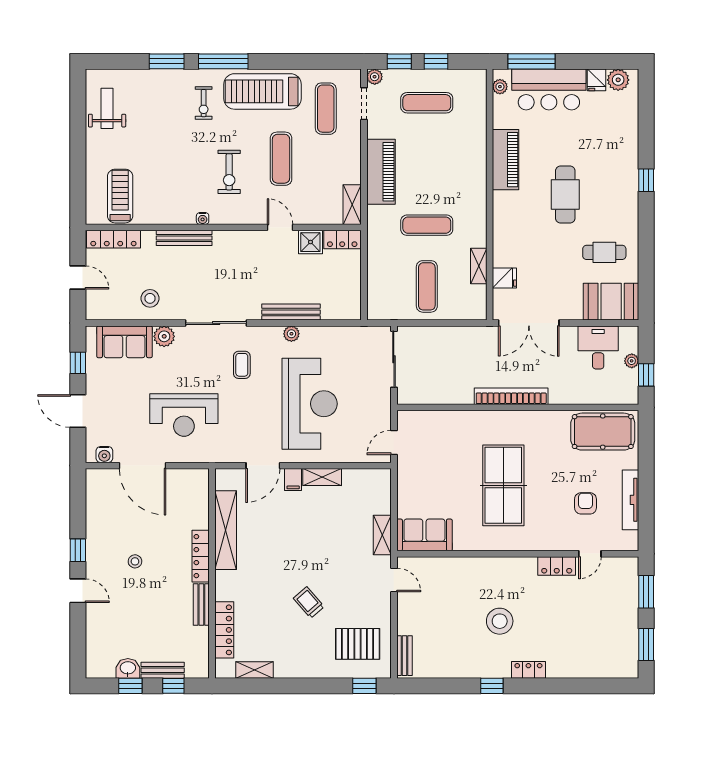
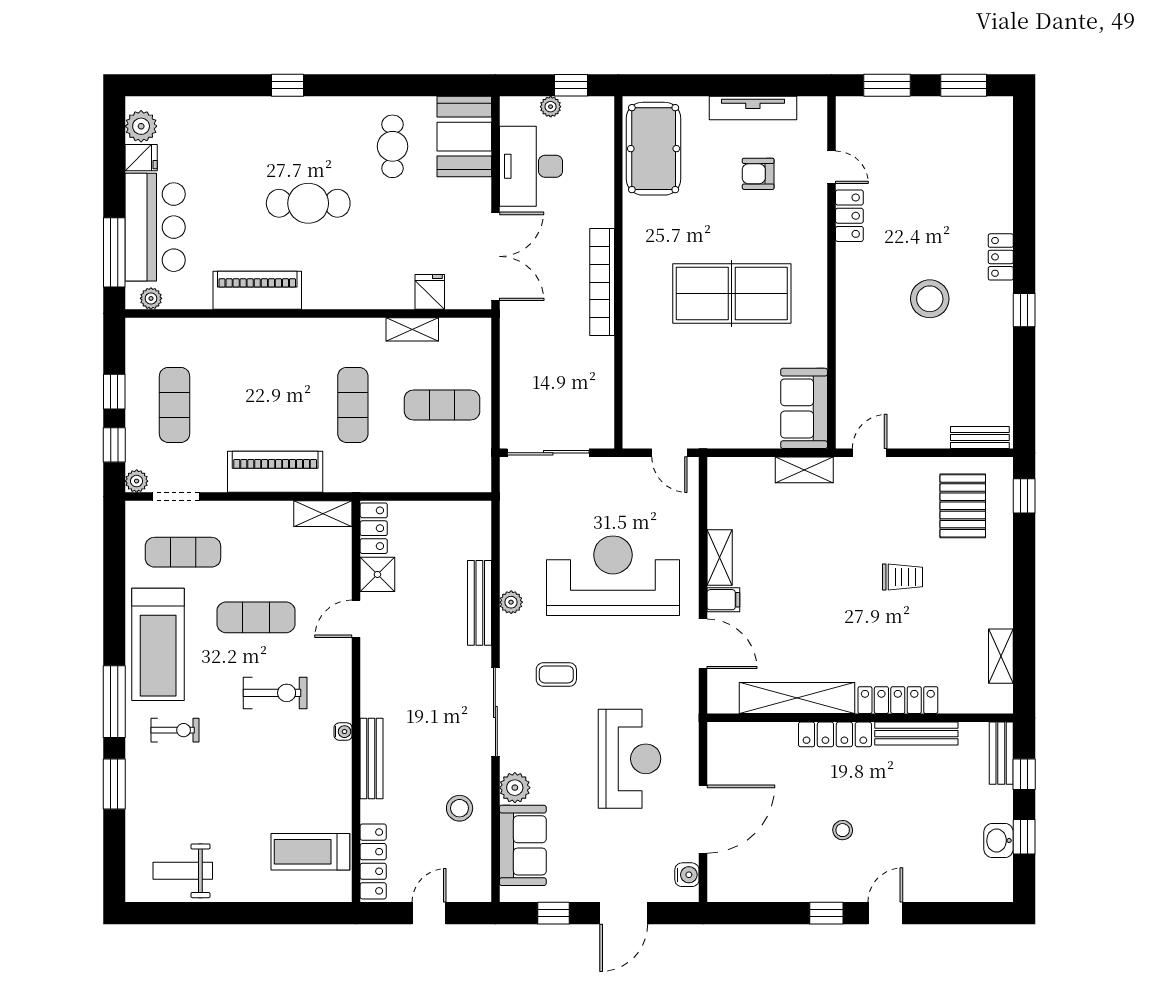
desk: (598, 347) -> (531, 166), width x1.37
trolley: (309, 602) -> (902, 577), turned -139
bench: (201, 604) -> (916, 734), width x1.36
locker: (224, 630) -> (898, 700), moved
bench: (163, 670) -> (1001, 753), moved

